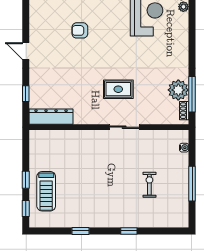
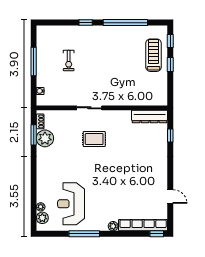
armchair: (80, 30) -> (126, 187), removed
door: (26, 51) -> (170, 196), moved
window: (192, 94) -> (34, 135), width x0.69
window: (80, 231) -> (125, 23), width x3.17

